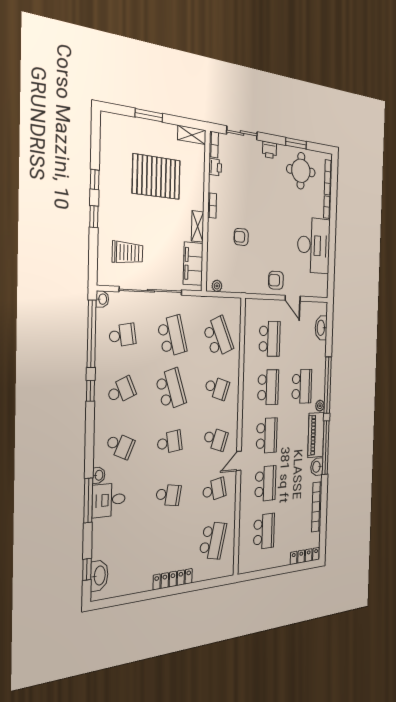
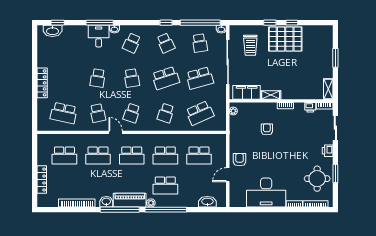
pallet: (156, 177) -> (285, 39), moved, turned 90
locker: (305, 556) -> (42, 180), moved

